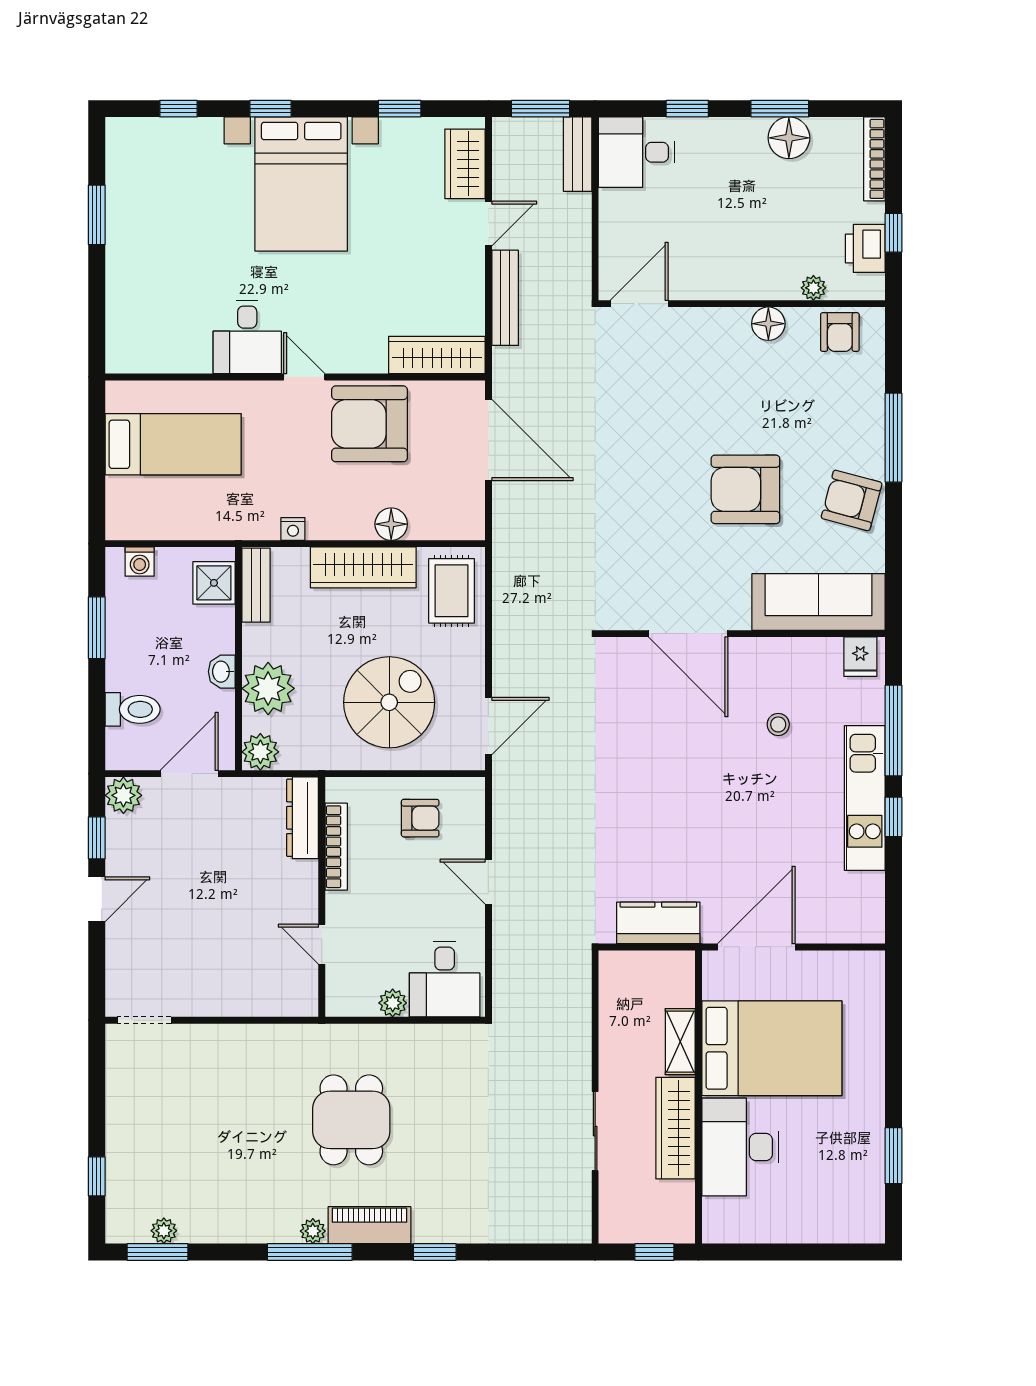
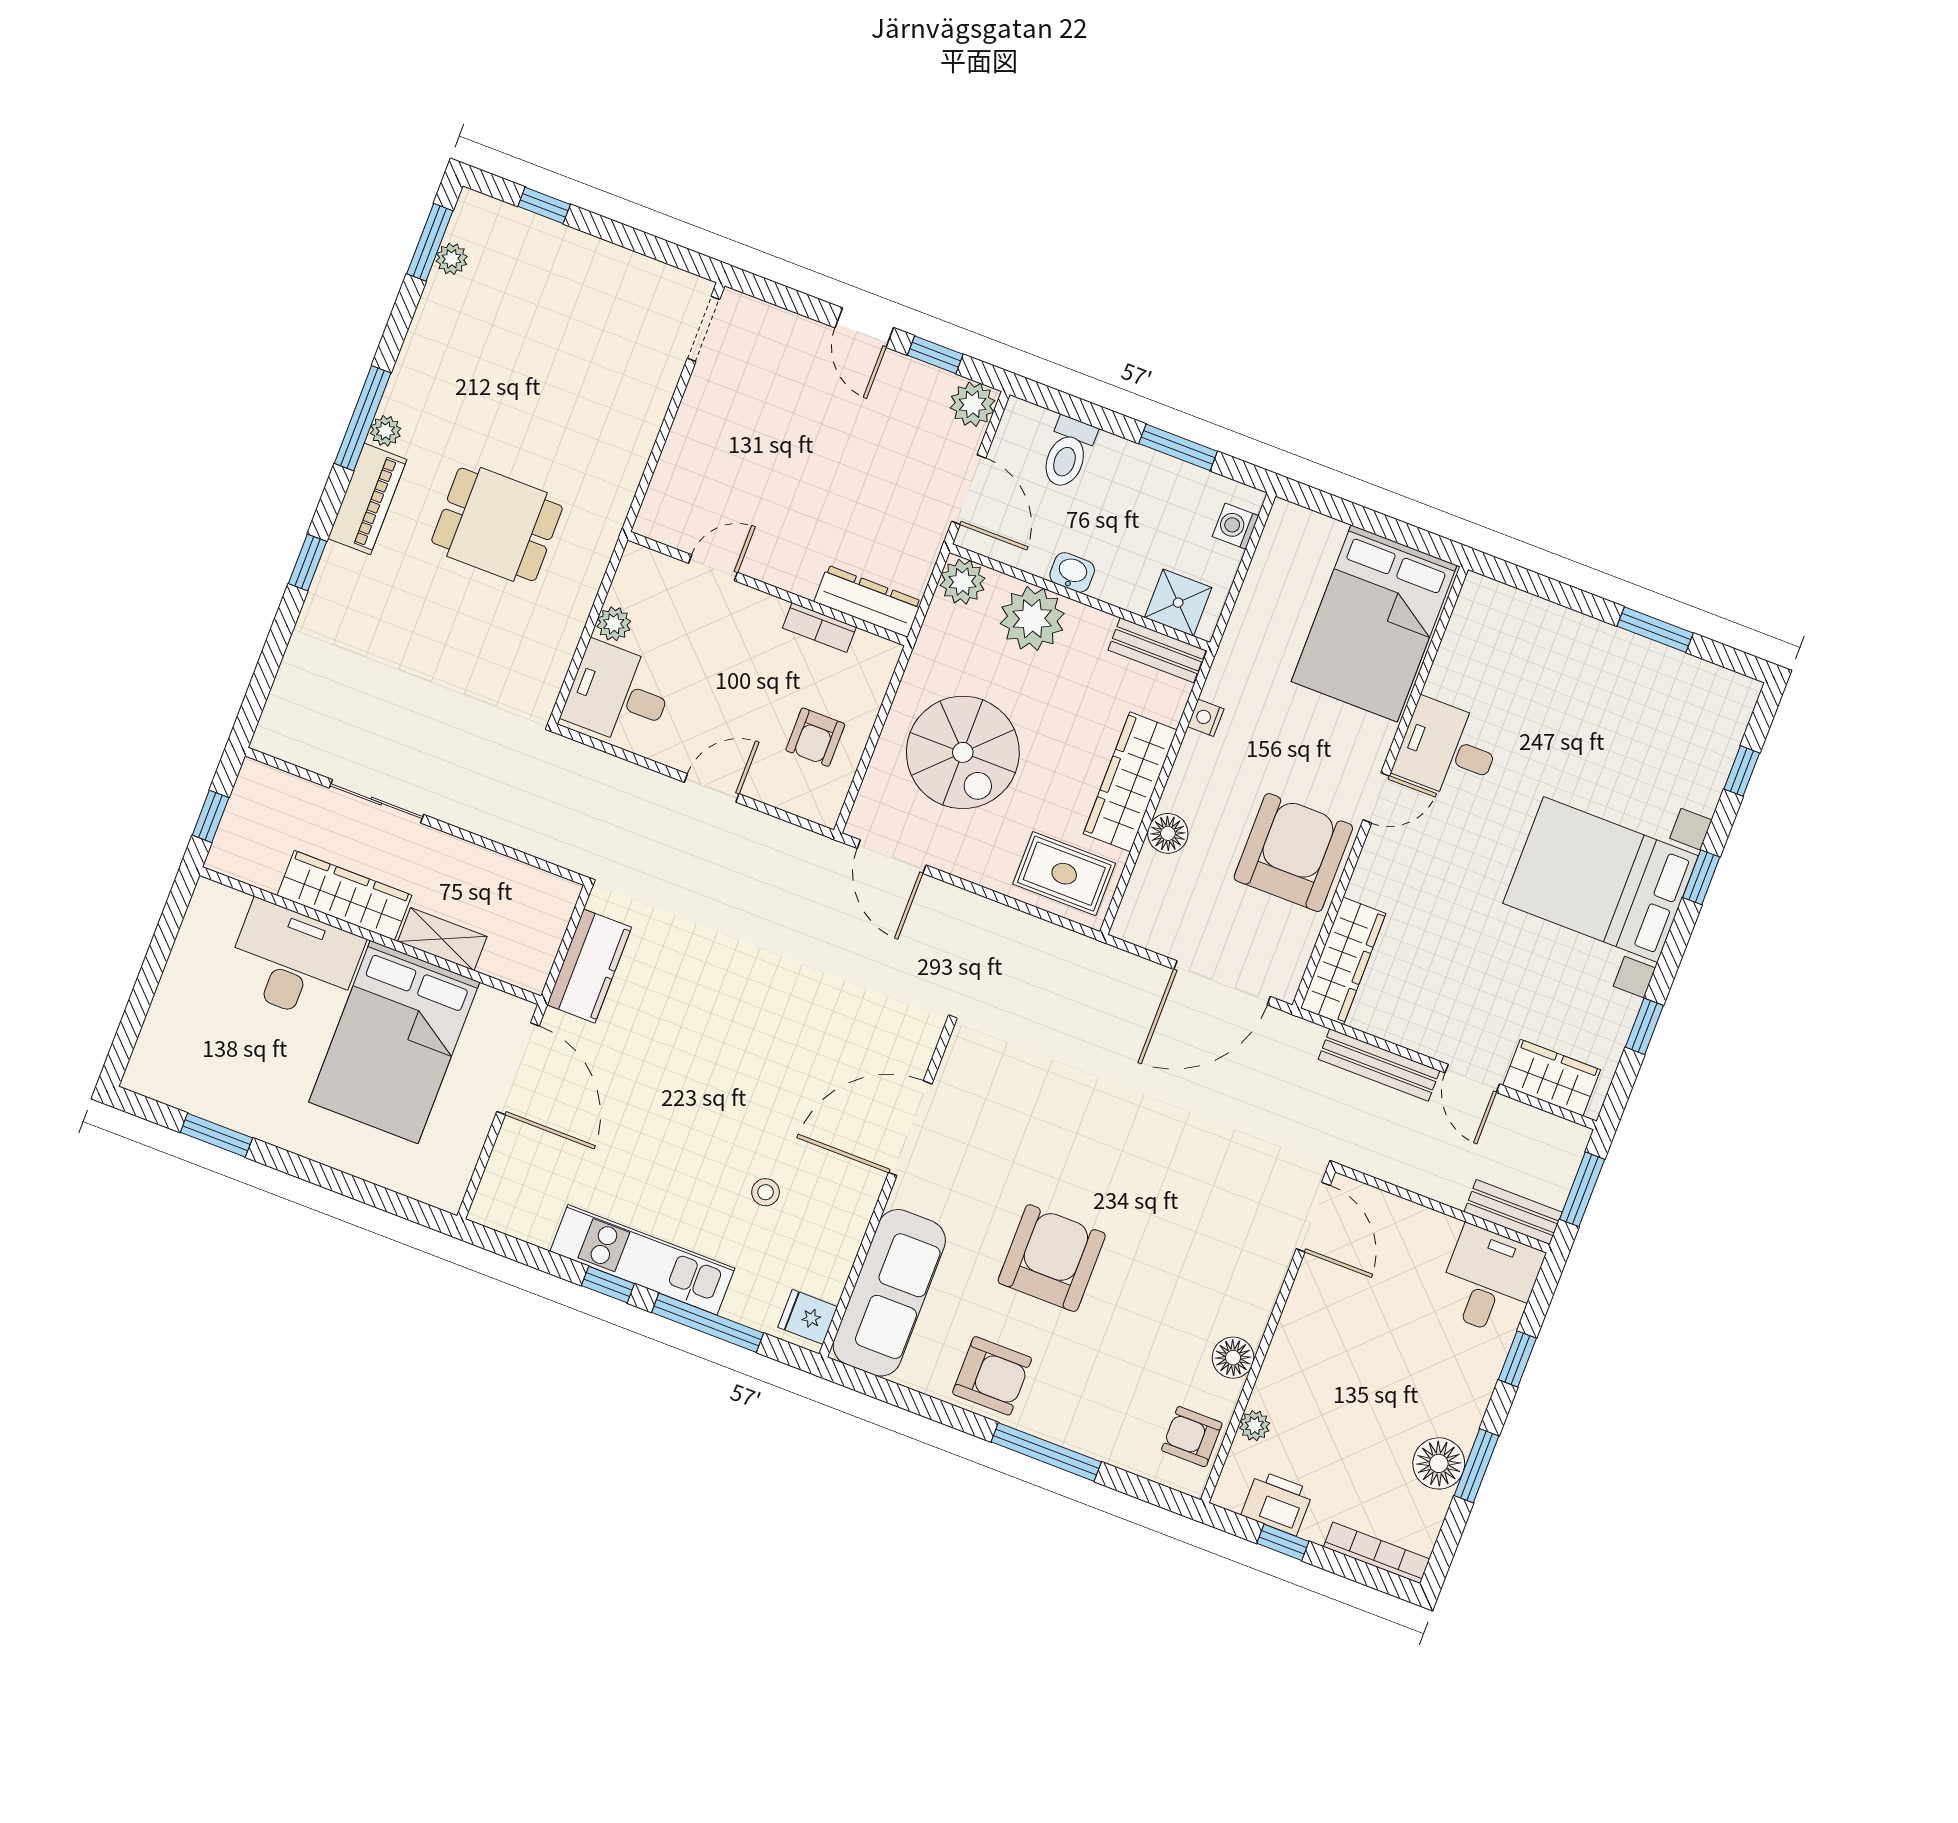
bed: (173, 444) -> (1374, 623), width x1.50
armchair: (852, 500) -> (992, 1376), turned 75
bookcase: (336, 847) -> (819, 628), width x0.64

